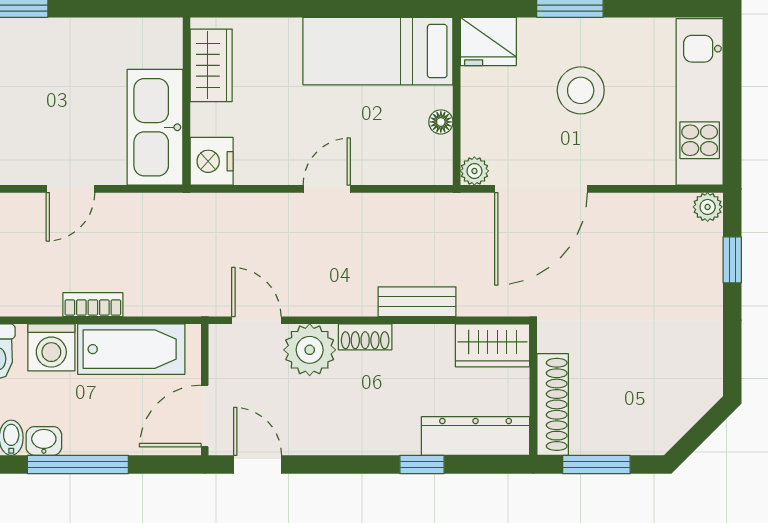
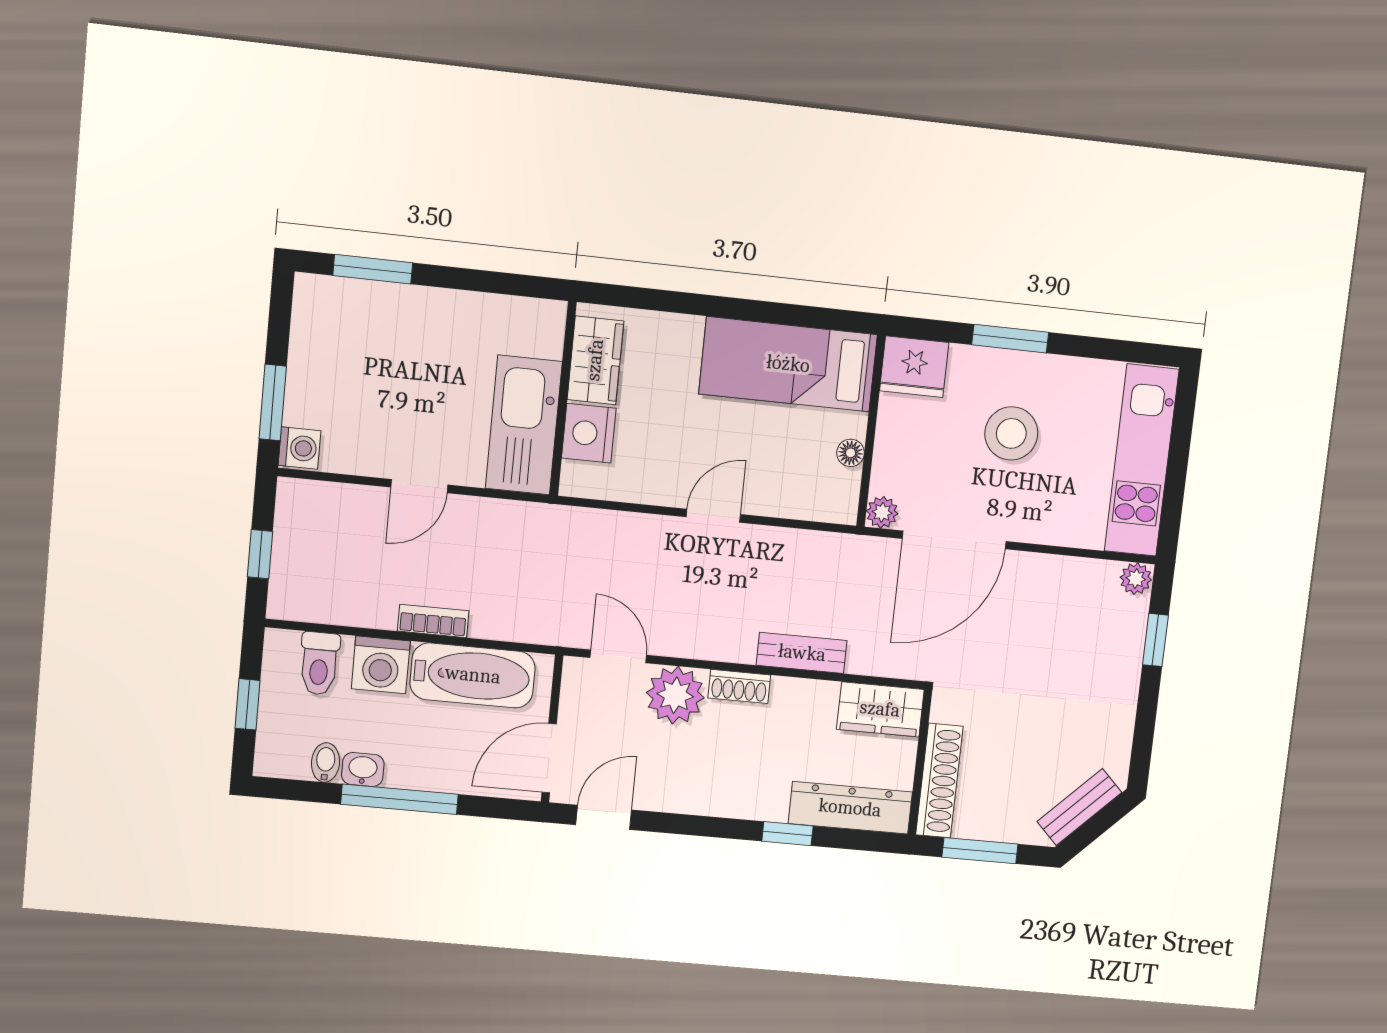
nightstand: (212, 161) -> (589, 433), moved
bench: (682, 417) -> (1079, 807), added
door: (258, 464) -> (604, 817), hinge flipped

